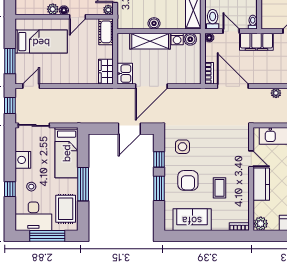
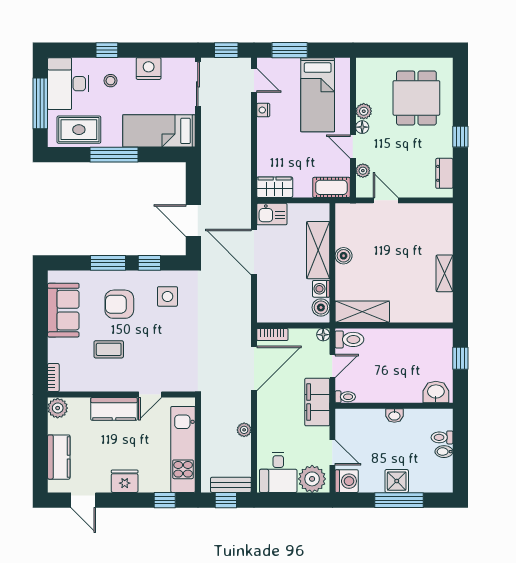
plant: (108, 10) -> (363, 171), moved
nightstand: (52, 80) -> (263, 110), added

